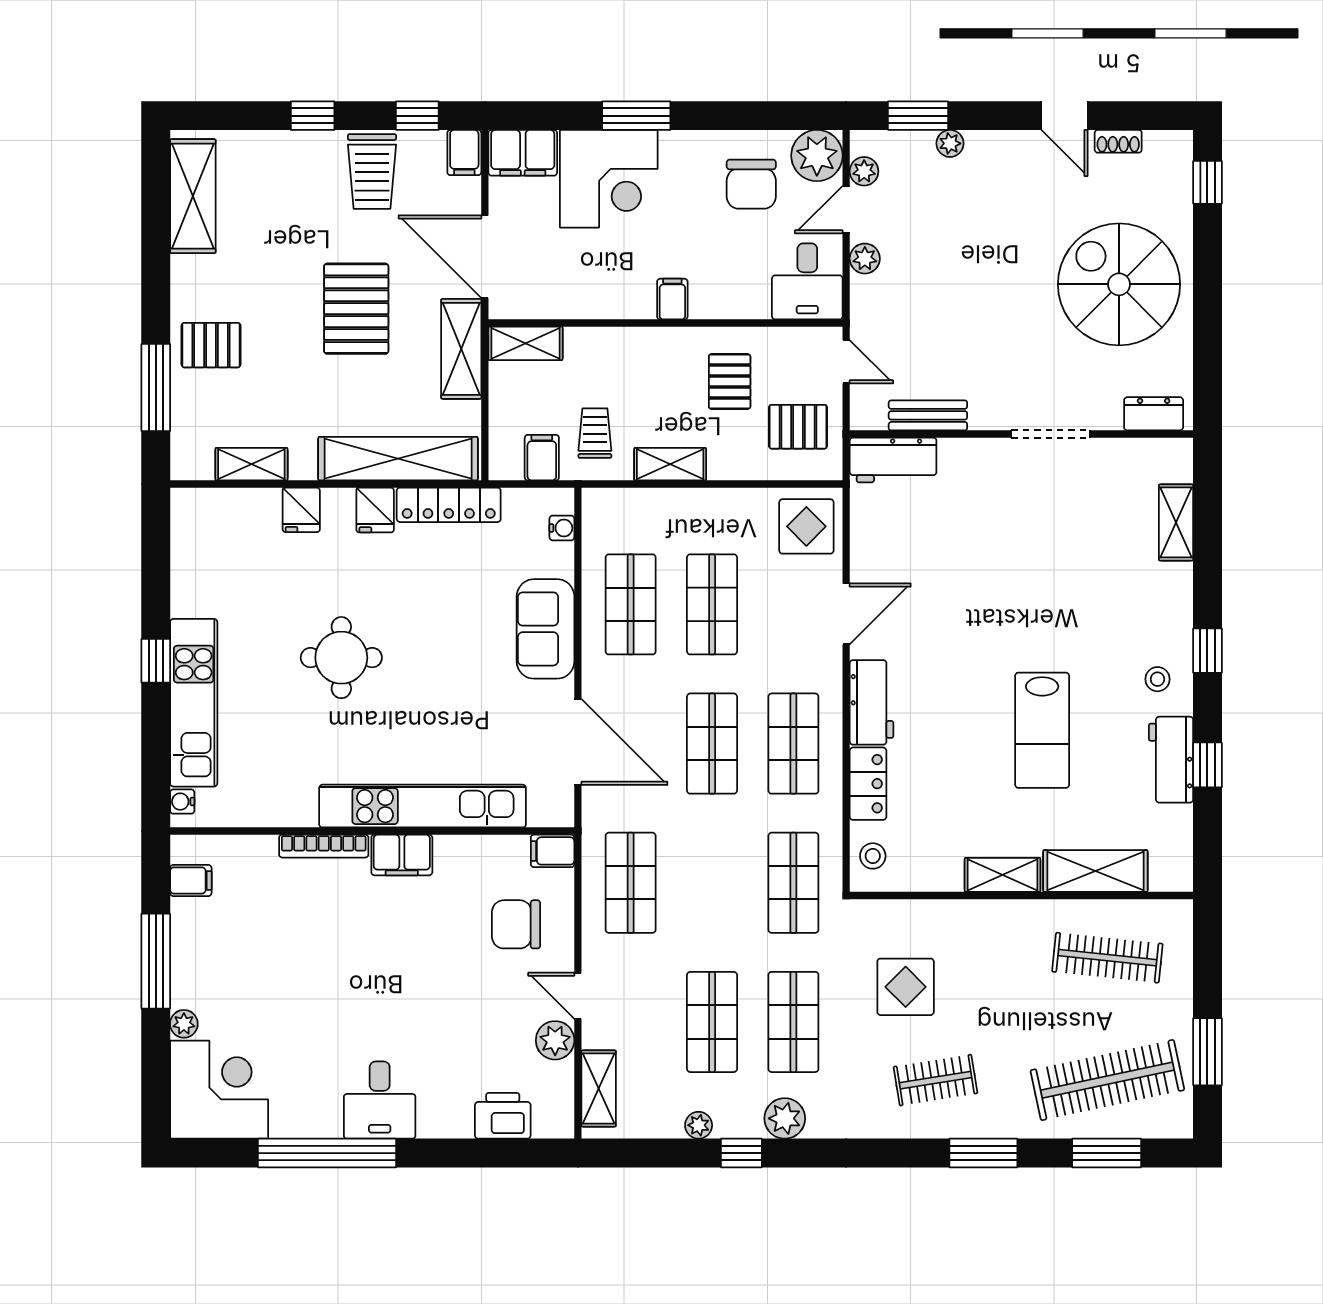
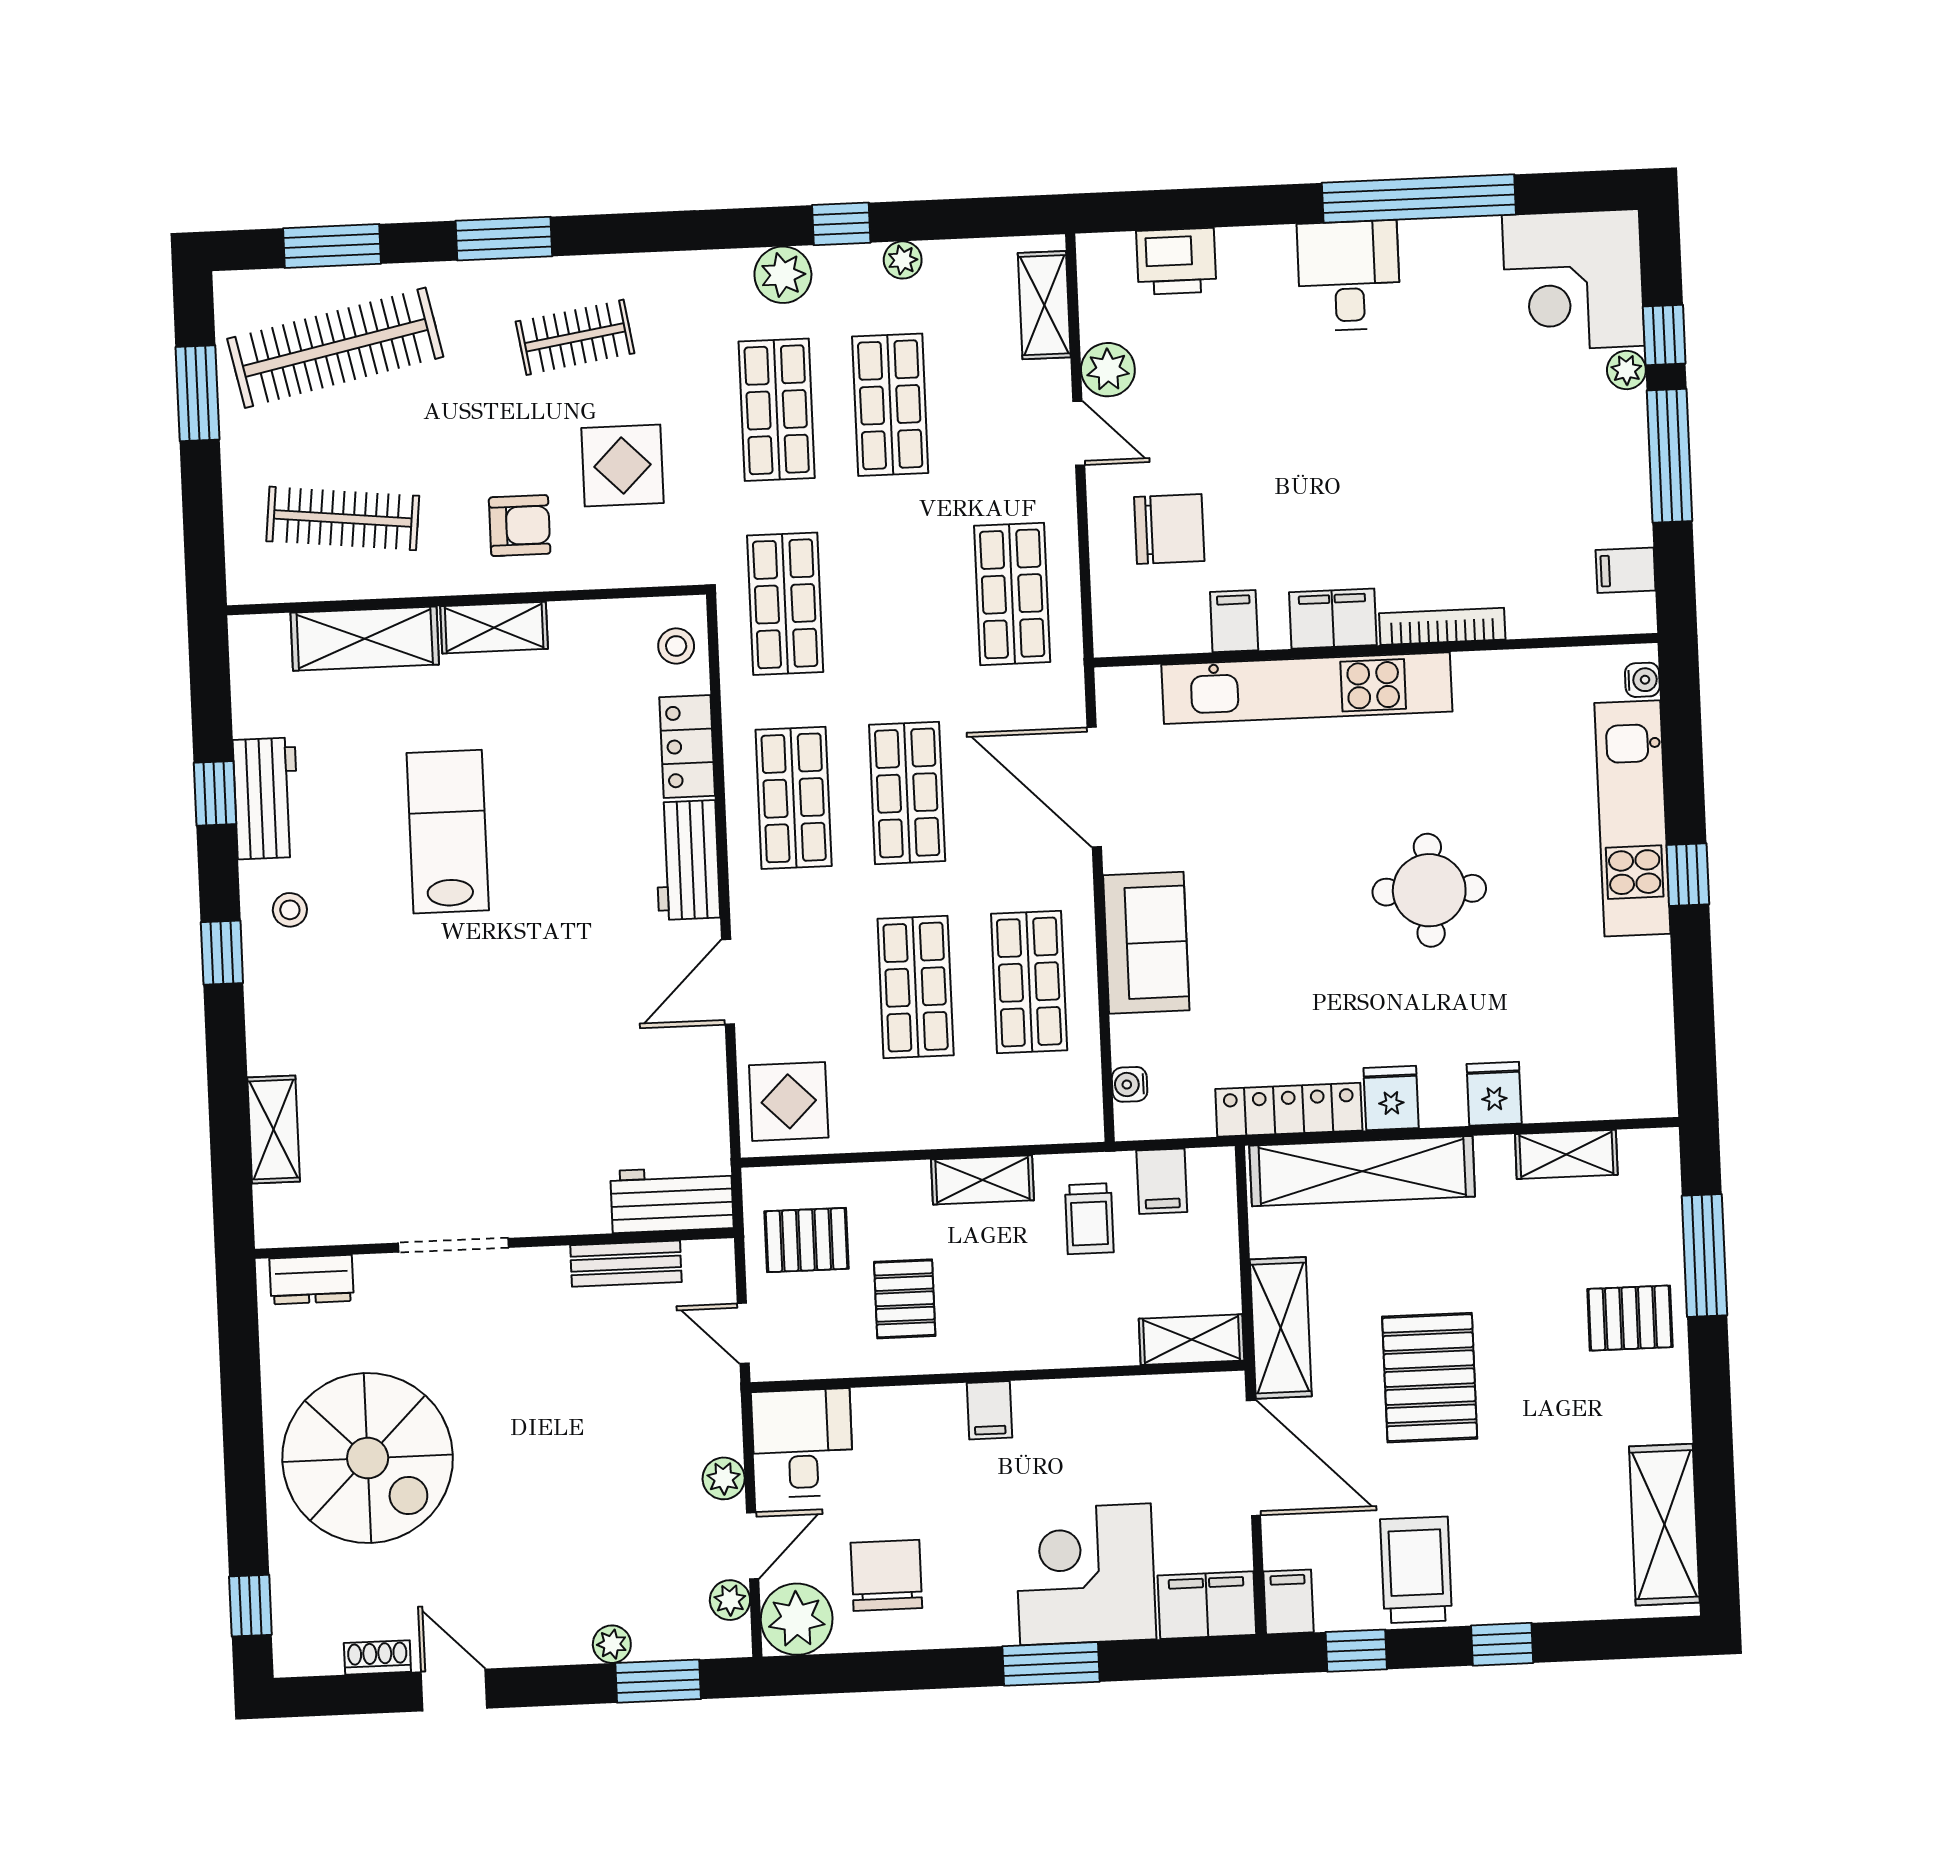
filing cabinet: (553, 851) -> (1234, 621), moved, turned -90
armchair: (981, 947) -> (520, 526), added
window: (156, 1048) -> (1664, 335), added

